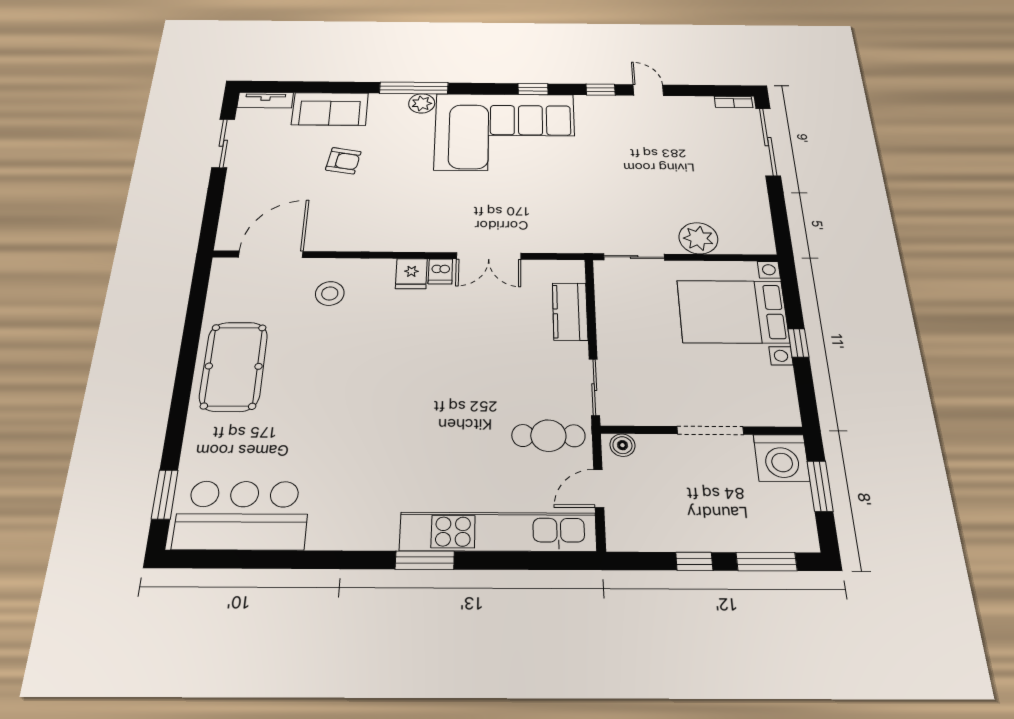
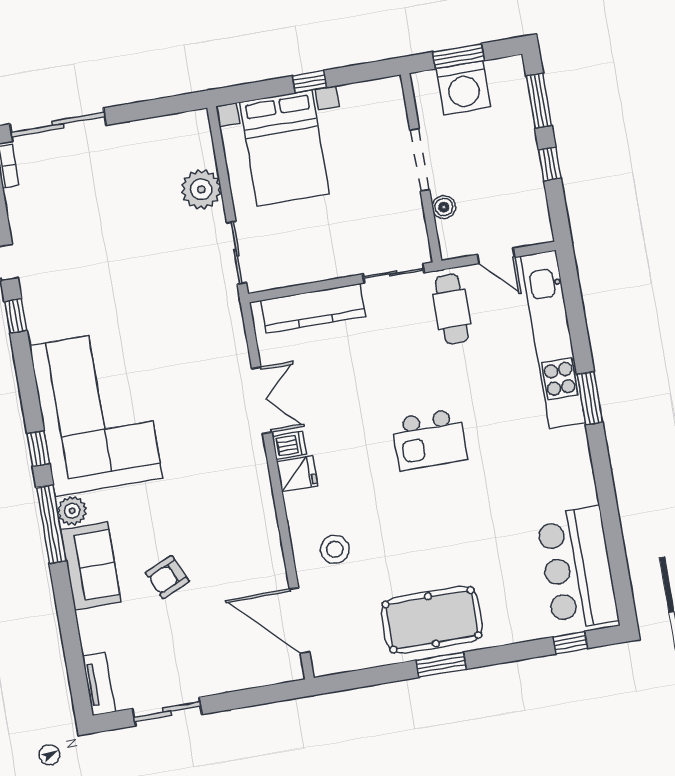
window: (533, 89) -> (38, 449), moved
sofa: (330, 109) -> (91, 566), moved
armchair: (343, 161) -> (167, 577), turned -124
kitchen counter: (570, 311) -> (313, 308), width x1.50
window: (186, 367) -> (441, 665), added
kitchen island: (417, 393) -> (429, 439), added
boiler: (622, 445) -> (444, 207), moved
washing machine: (781, 458) -> (463, 88), moved, turned 90
window: (165, 494) -> (570, 643), width x0.67

